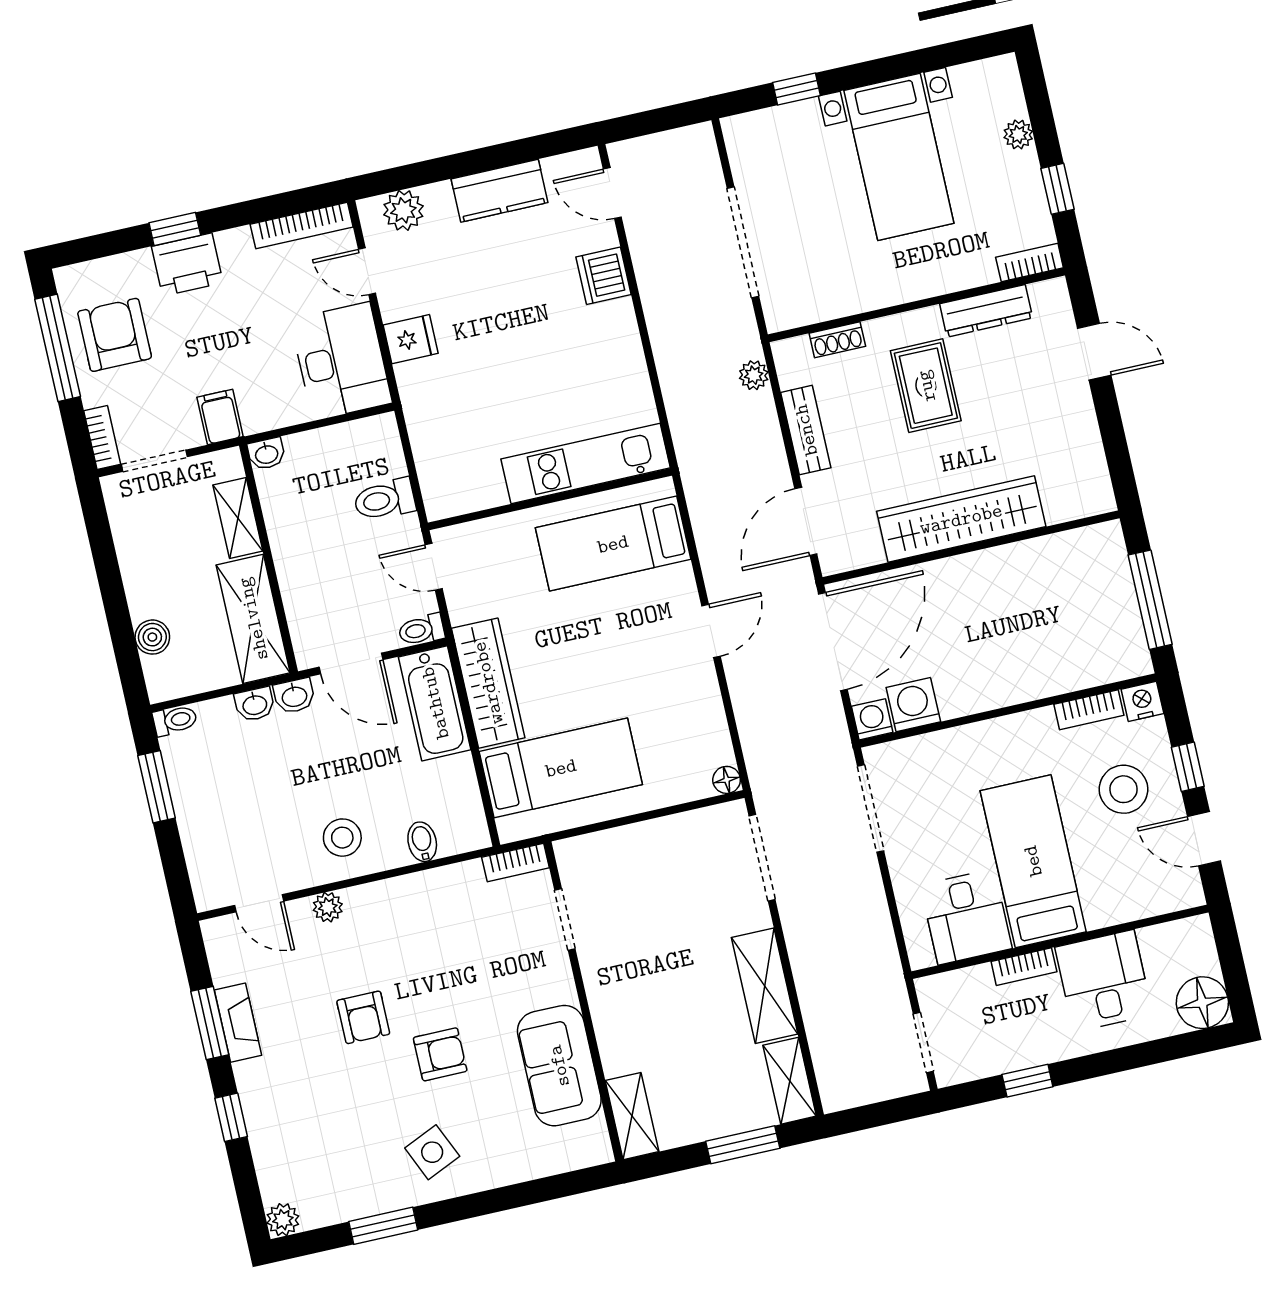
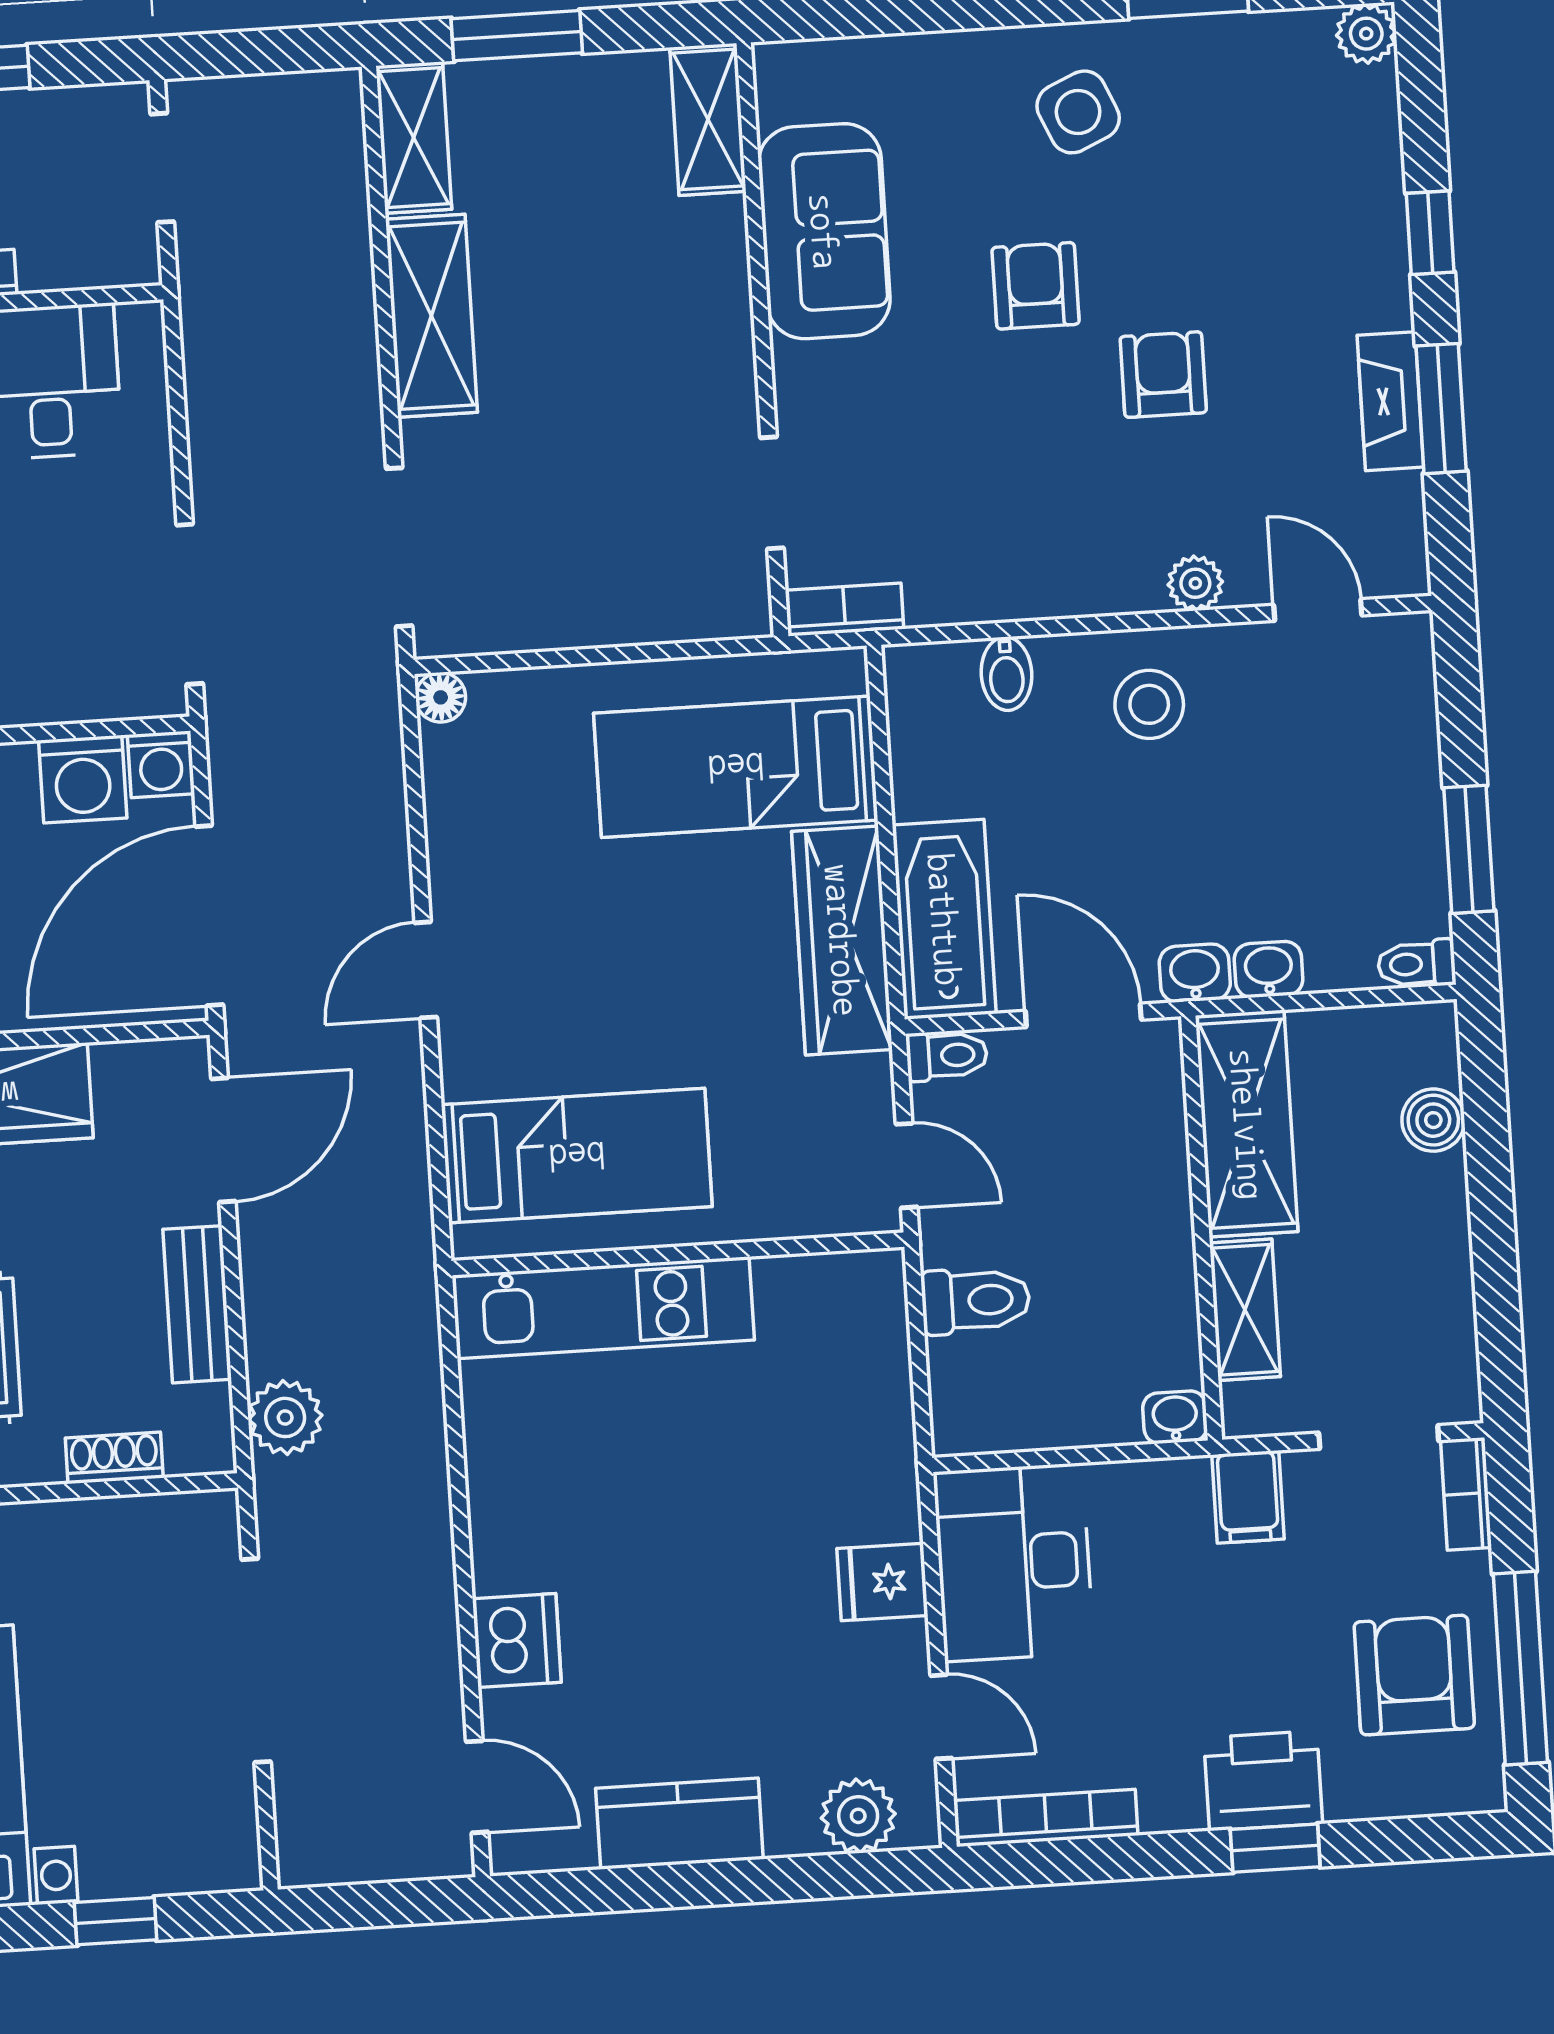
armchair: (115, 335) -> (1414, 1675), turned 180
plant: (754, 375) -> (285, 1417), width x1.38, depth x1.38
armchair: (440, 1054) -> (1036, 286), turned 90

